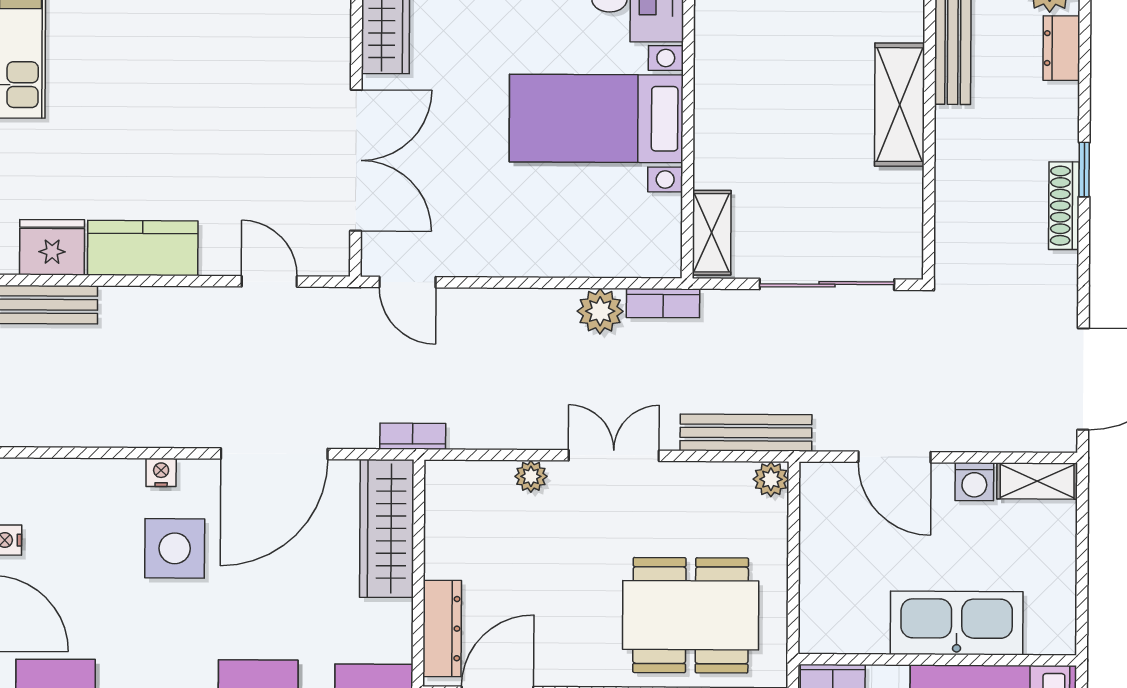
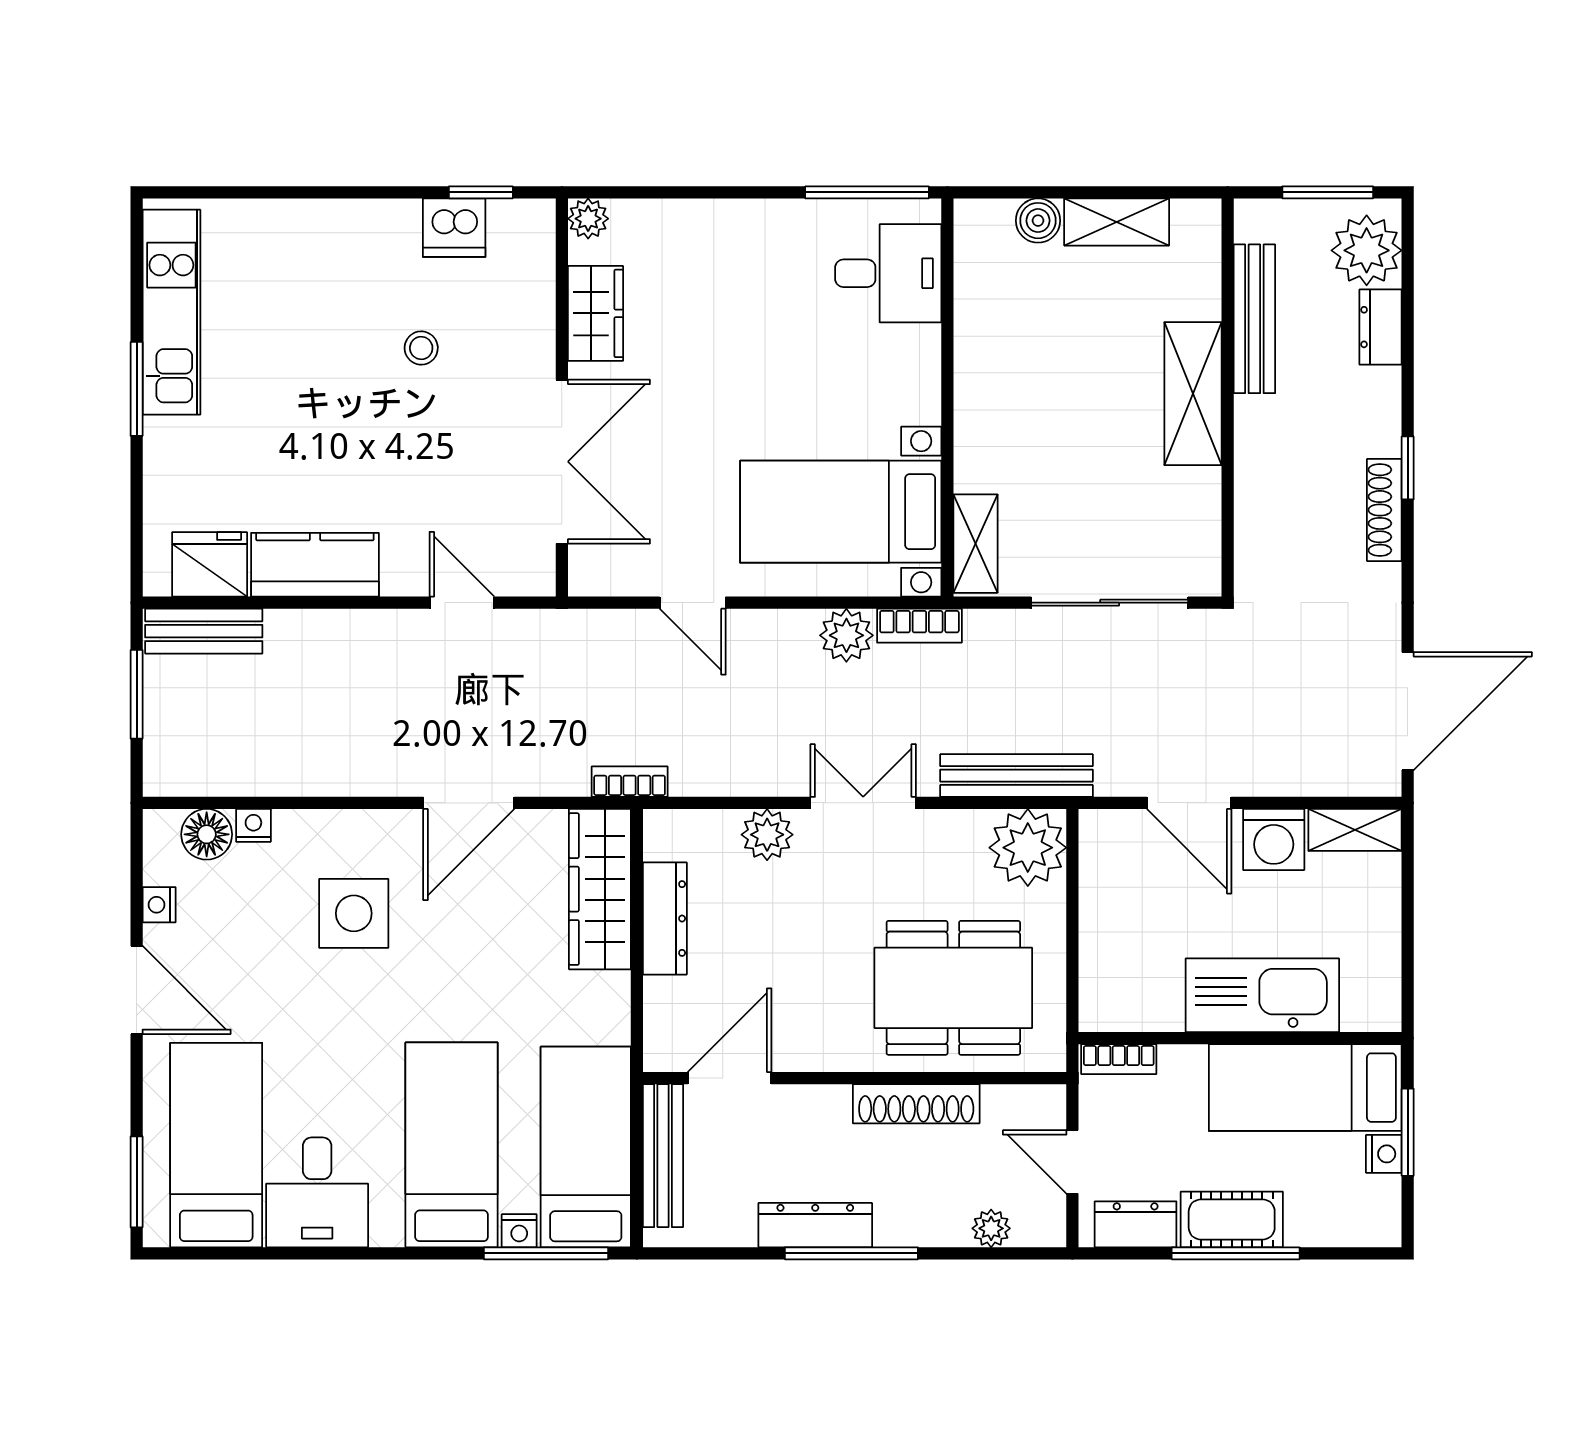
stool: (235, 62) -> (421, 348), added
bed with nightstands: (596, 118) -> (841, 512), moved
door: (408, 282) -> (693, 603), moved
door: (274, 454) -> (469, 803), width x0.73
nightstand: (161, 472) -> (253, 825), moved
plant: (531, 476) -> (767, 835), width x1.38, depth x1.38
plant: (771, 479) -> (1028, 848), width x1.88, depth x1.88
floor lamp: (48, 480) -> (207, 834), added
washing machine: (974, 482) -> (1274, 840), width x1.38, depth x1.38
dresser: (442, 629) -> (665, 919), moved

